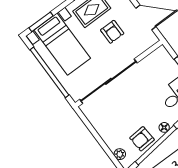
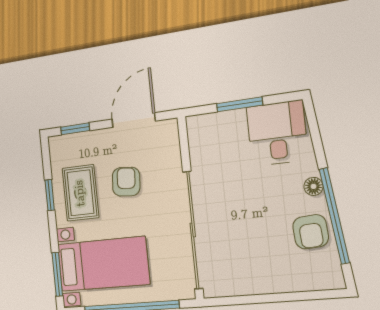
armchair: (112, 32) -> (126, 182), turned -85
plant: (120, 154) -> (314, 281), removed

